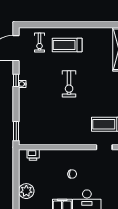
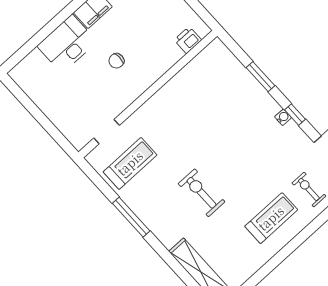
exercise bike: (69, 84) -> (201, 193), moved
window: (16, 131) -> (261, 77), moved

